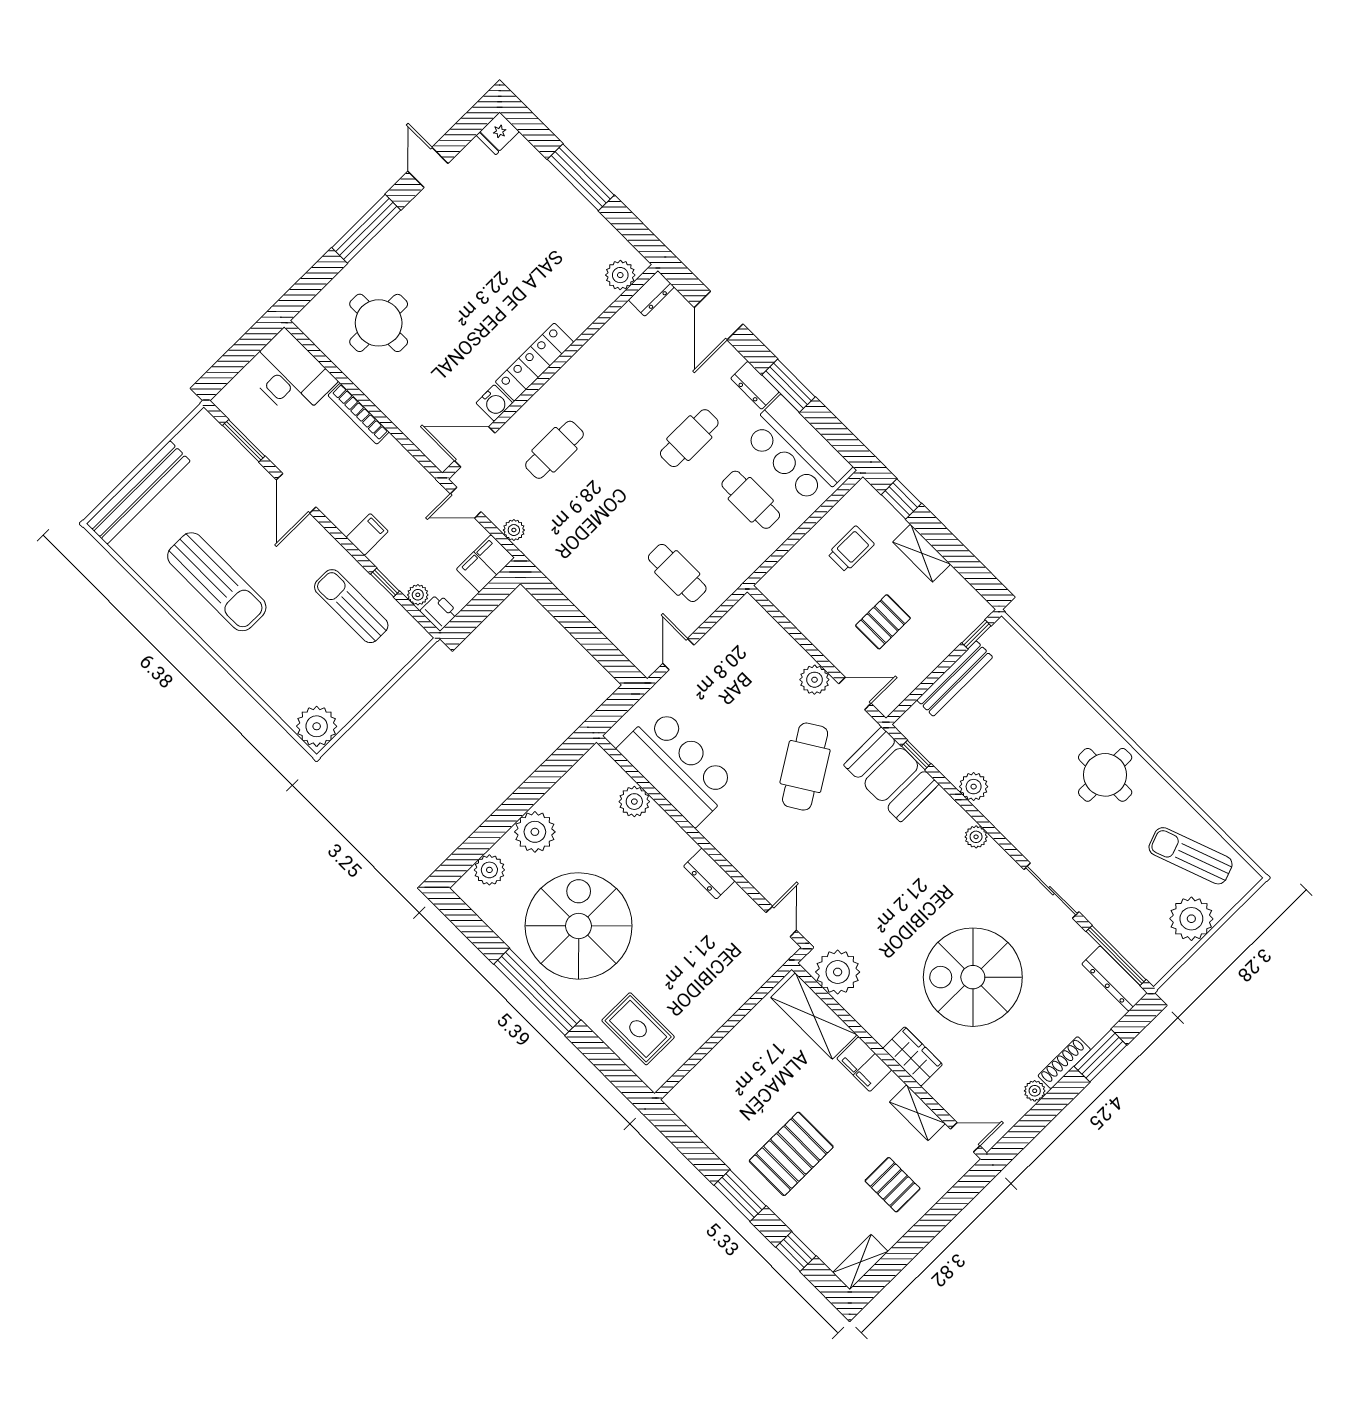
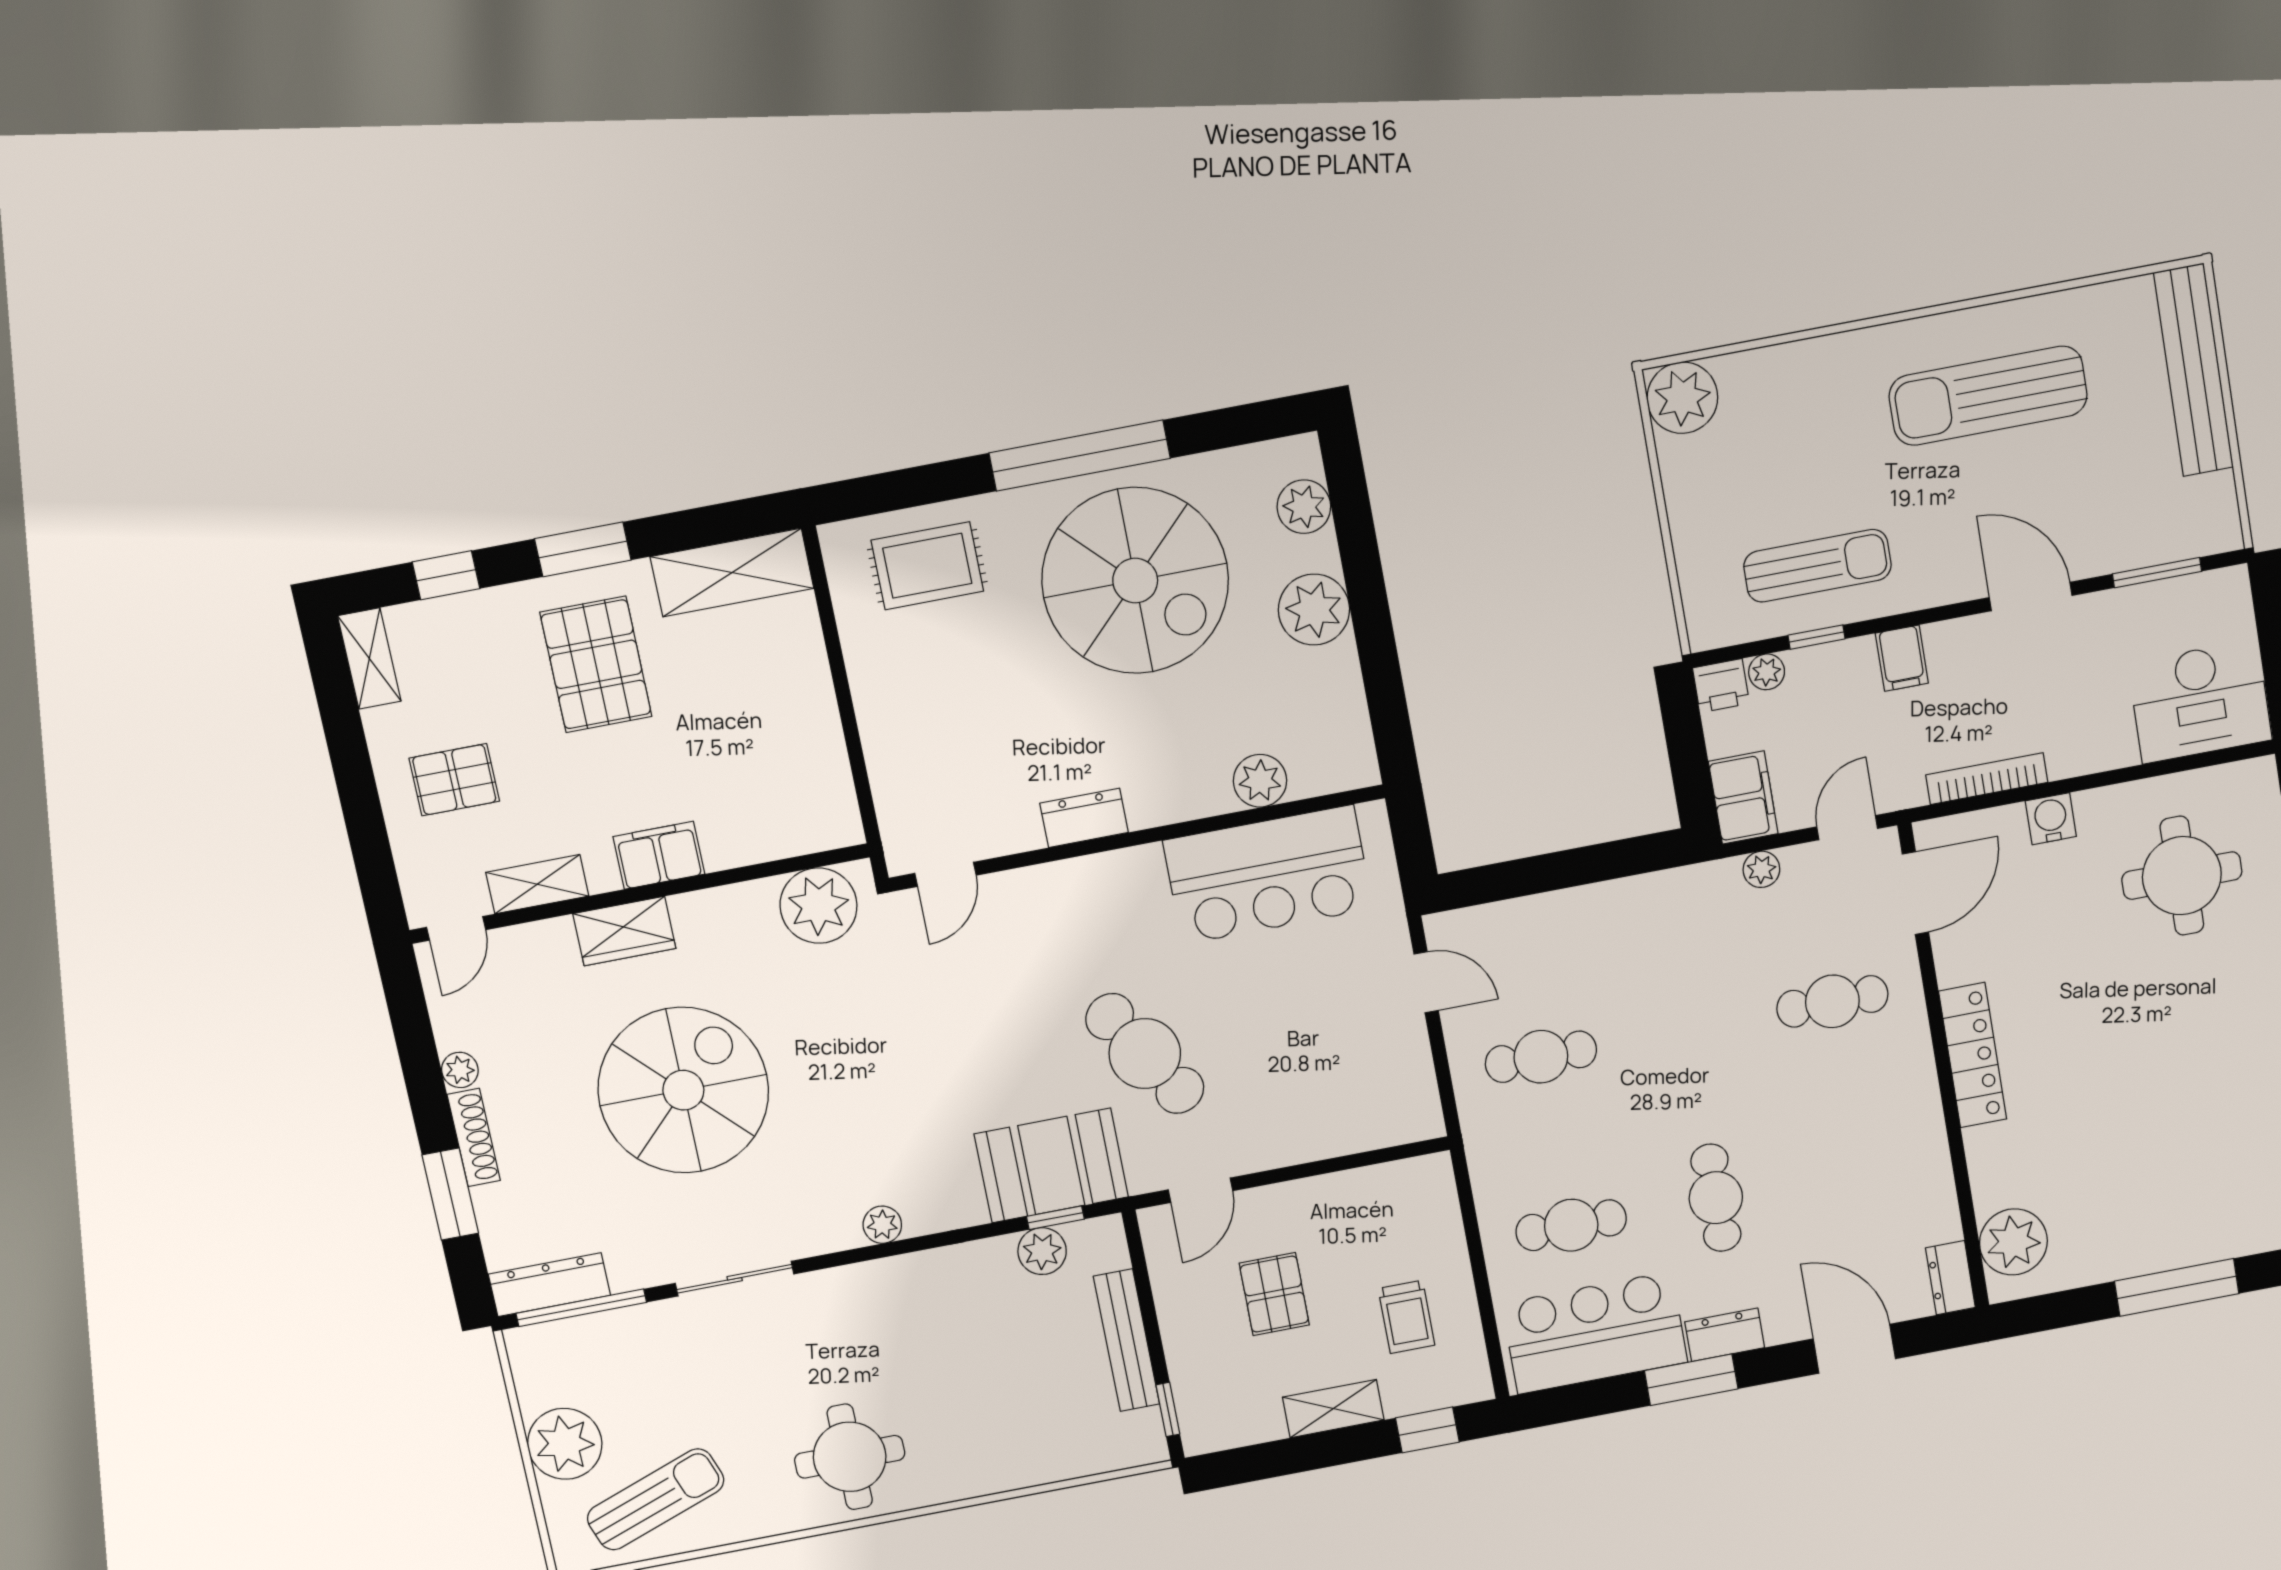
plant: (620, 275) -> (2013, 1242), width x1.36, depth x1.36
water cooler: (494, 403) -> (2051, 819), moved, turned 90
bookcase: (359, 414) -> (1987, 779), moved
cafe table: (554, 450) -> (1832, 1001), turned 90
plant: (814, 680) -> (1259, 1147), removed
plant: (974, 787) -> (1042, 1251), moved
door: (781, 921) -> (945, 874), hinge flipped
shelving: (814, 1016) -> (732, 573), moved

